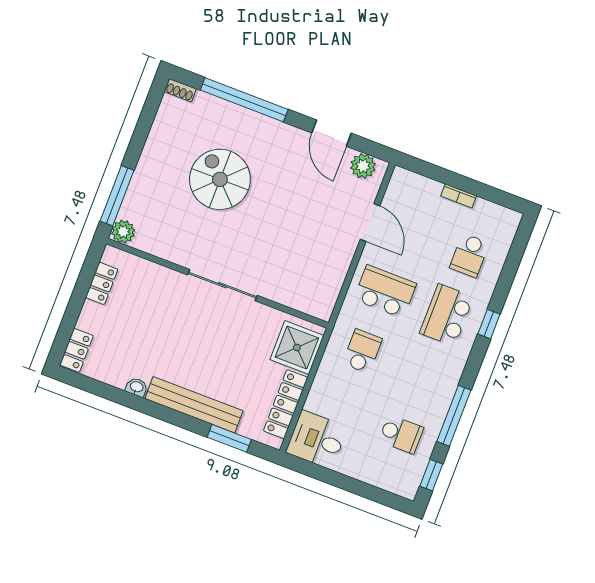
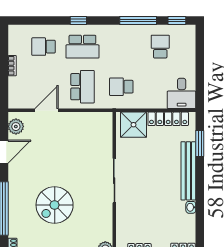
school desk: (469, 255) -> (44, 47), turned 180
school desk: (385, 291) -> (82, 87), turned 180

